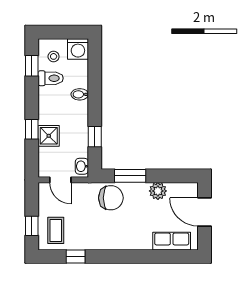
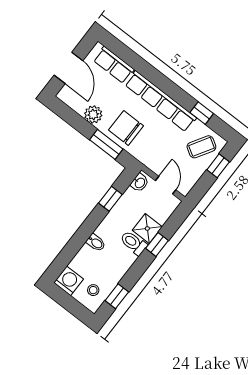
toilet: (51, 78) -> (134, 243), moved
chair: (111, 198) -> (126, 128), moved
coffee table: (56, 230) -> (201, 147), turned 31
row of seats: (114, 241) -> (161, 101), added

